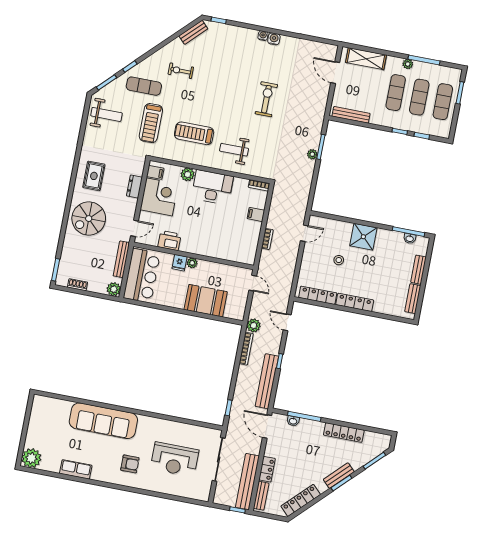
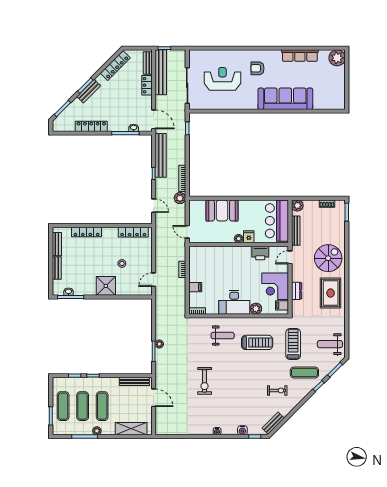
water cooler: (274, 39) -> (242, 430), moved
door: (335, 73) -> (154, 398), moved
rug: (94, 176) -> (331, 293), width x1.36, depth x1.43
locker: (355, 302) -> (87, 232), moved
row of seats: (76, 469) -> (300, 56), width x1.48

